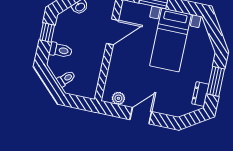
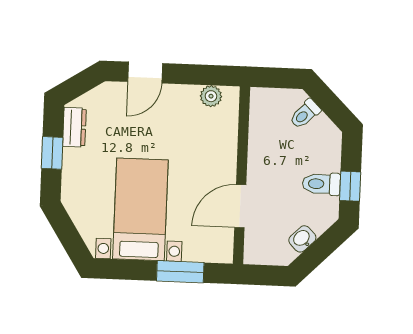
toilet: (61, 50) -> (321, 184), moved
window: (216, 81) -> (52, 153), width x0.67
door: (141, 116) -> (145, 73), moved

